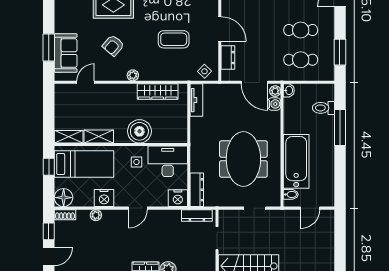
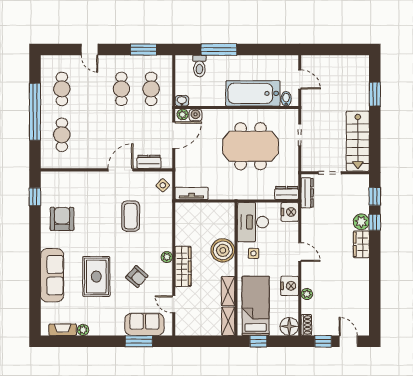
wardrobe: (158, 92) -> (183, 266), moved
dresser: (197, 190) -> (287, 193), width x0.70

